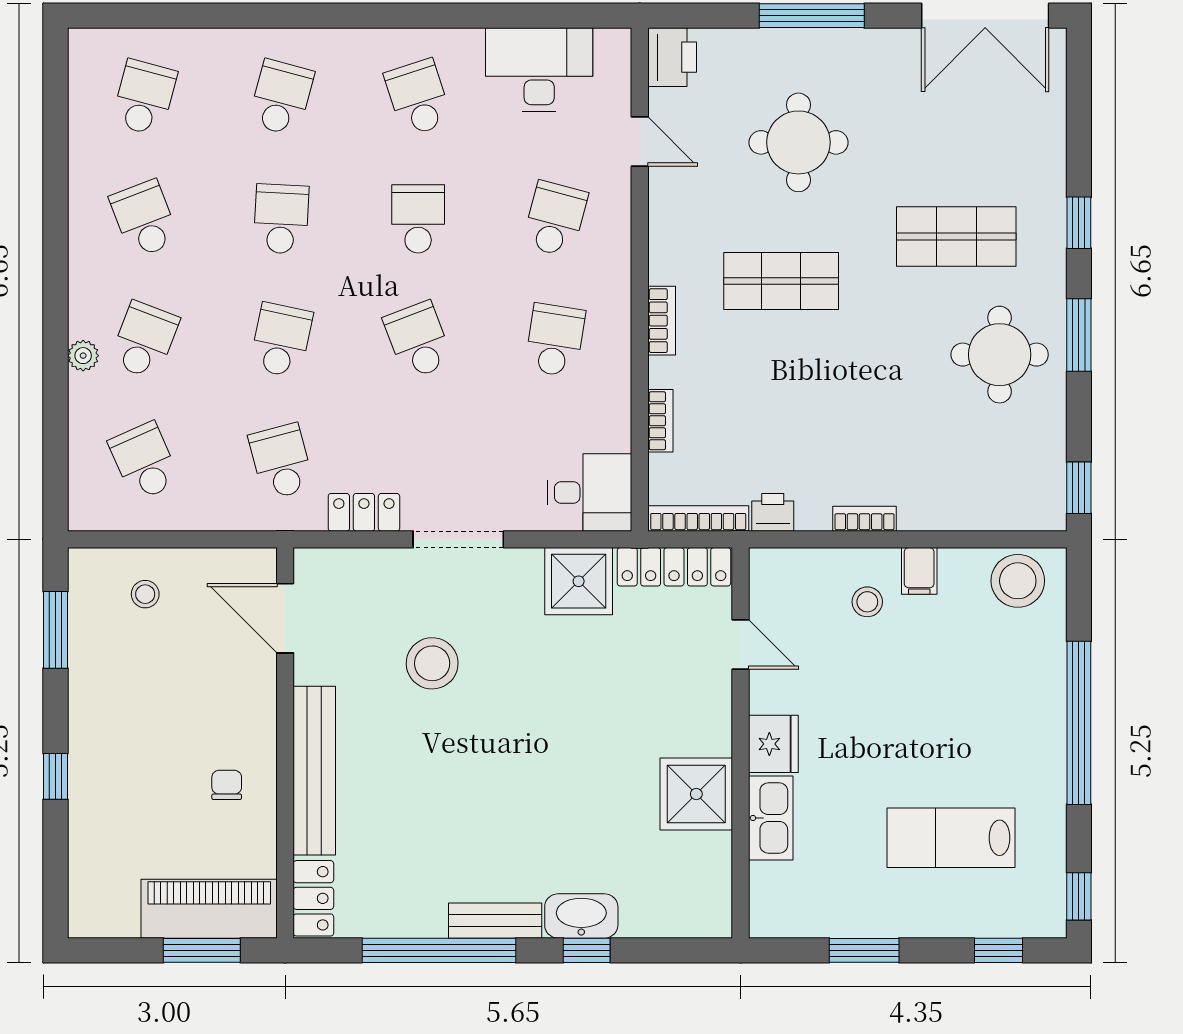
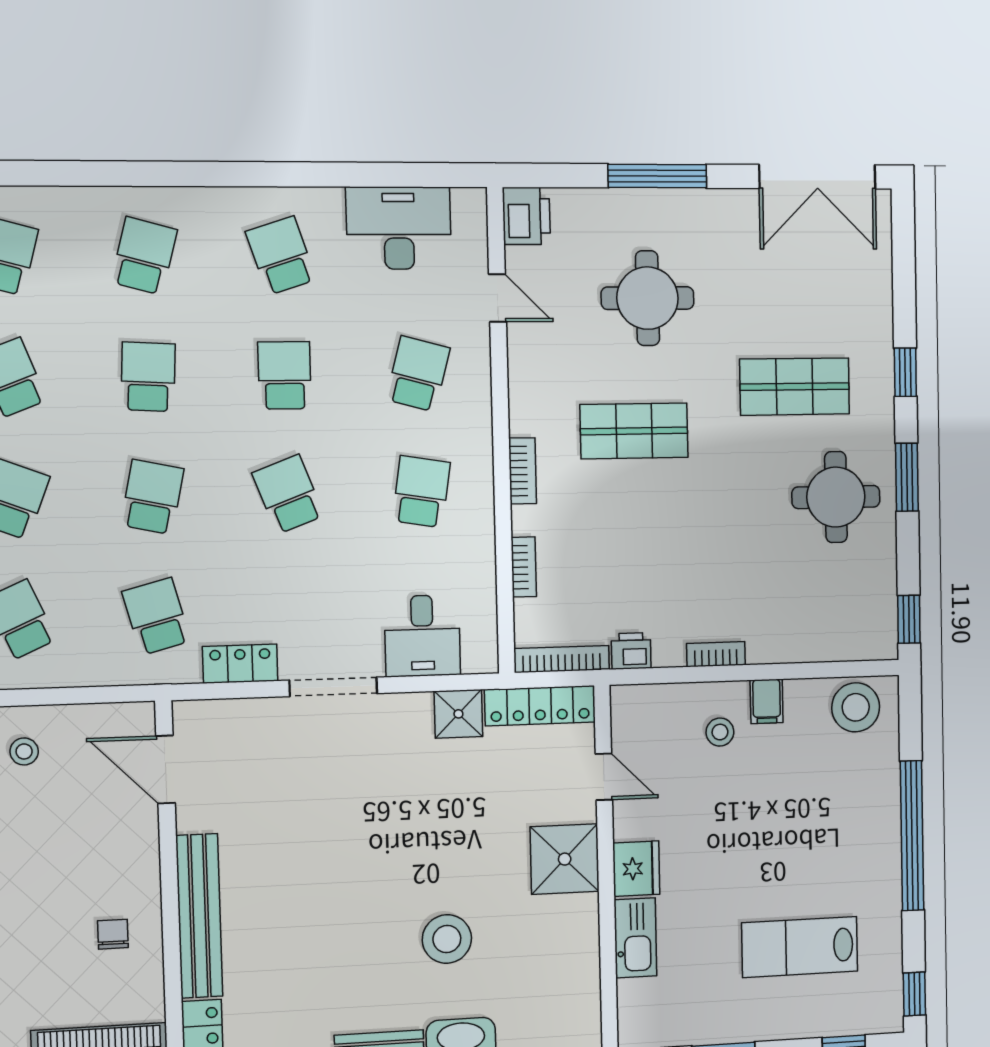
desk: (590, 493) -> (422, 636), moved, turned 90
shower: (579, 581) -> (458, 714), width x0.73, depth x0.73
stool: (432, 663) -> (447, 939), moved
shower: (696, 794) -> (565, 859), moved

